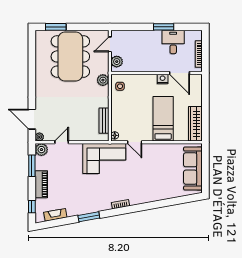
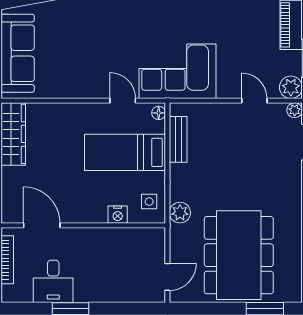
plant: (117, 62) -> (155, 246), removed
nightstand: (163, 79) -> (118, 215), moved
bed: (163, 119) -> (125, 152), moved, turned 90
door: (62, 142) -> (254, 101), swing flipped

